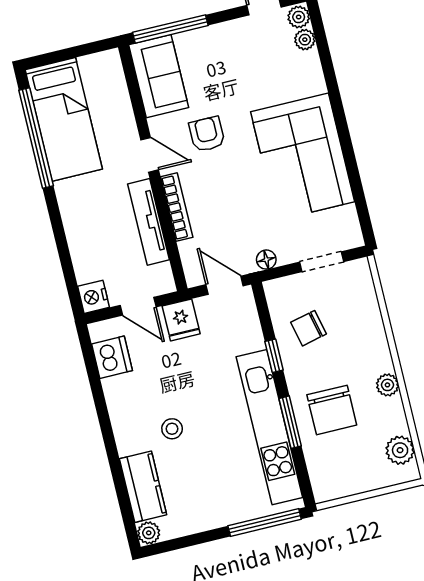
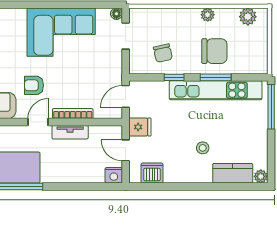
tv unit: (149, 222) -> (70, 132), width x0.71
floor lamp: (266, 260) -> (116, 14), moved
door: (138, 306) -> (126, 150), swing flipped

